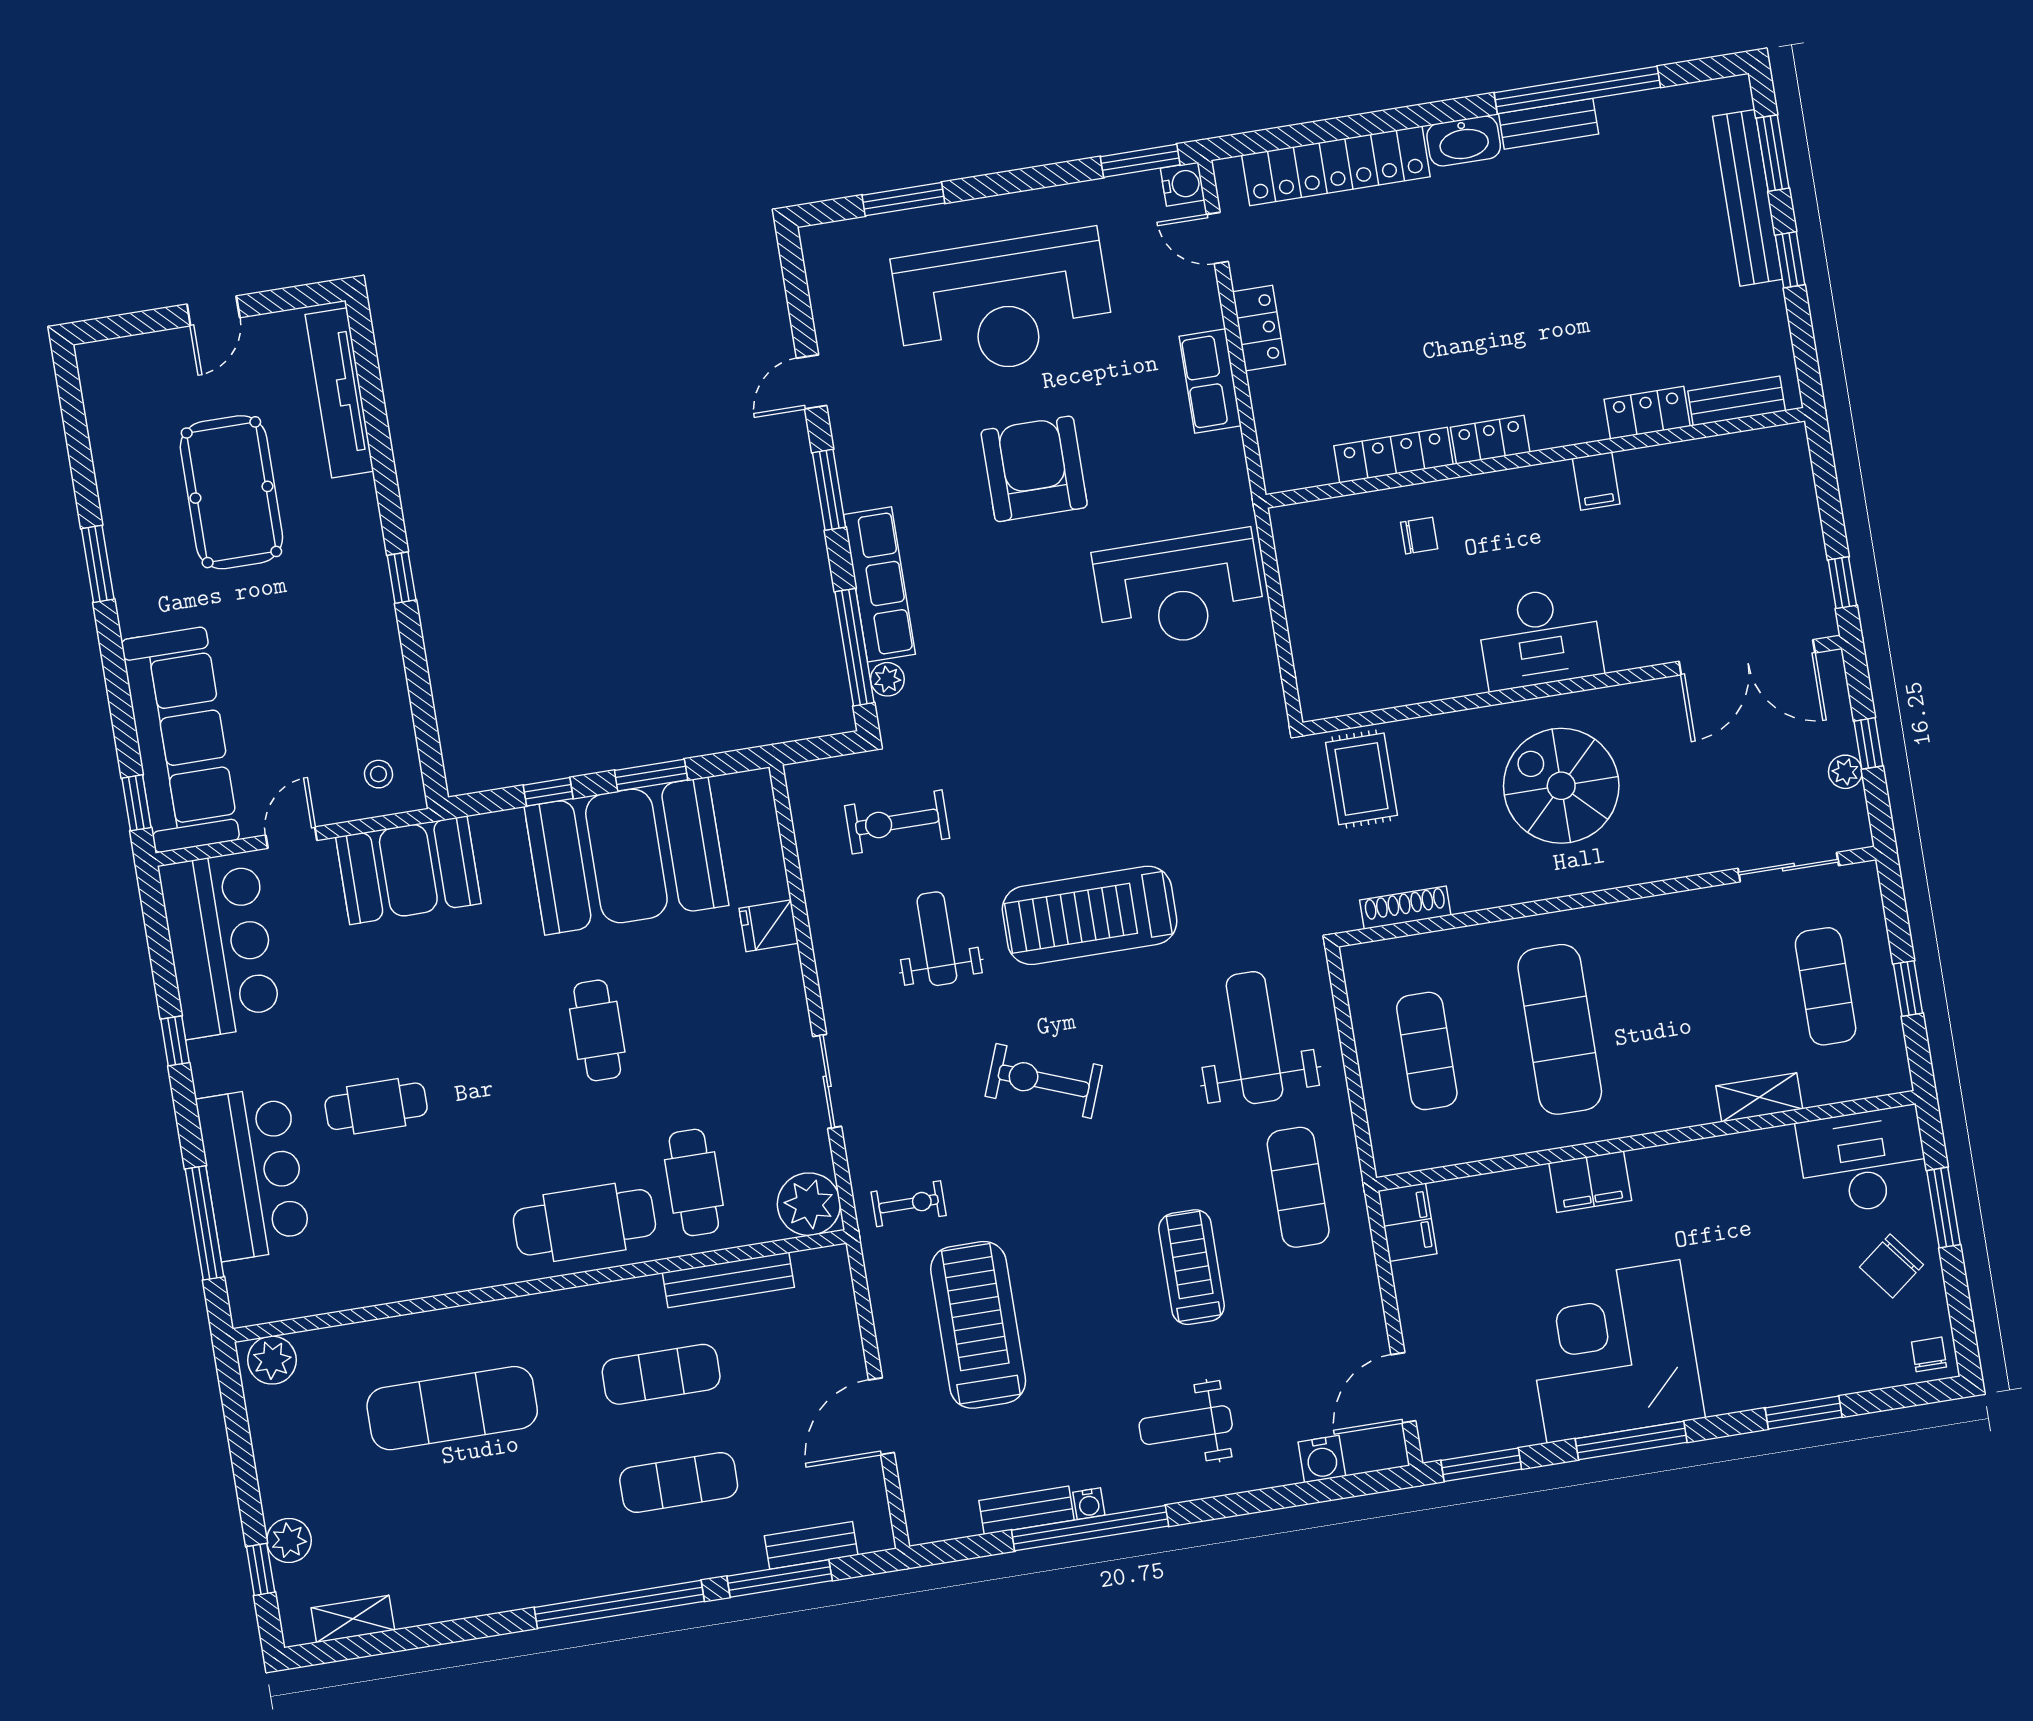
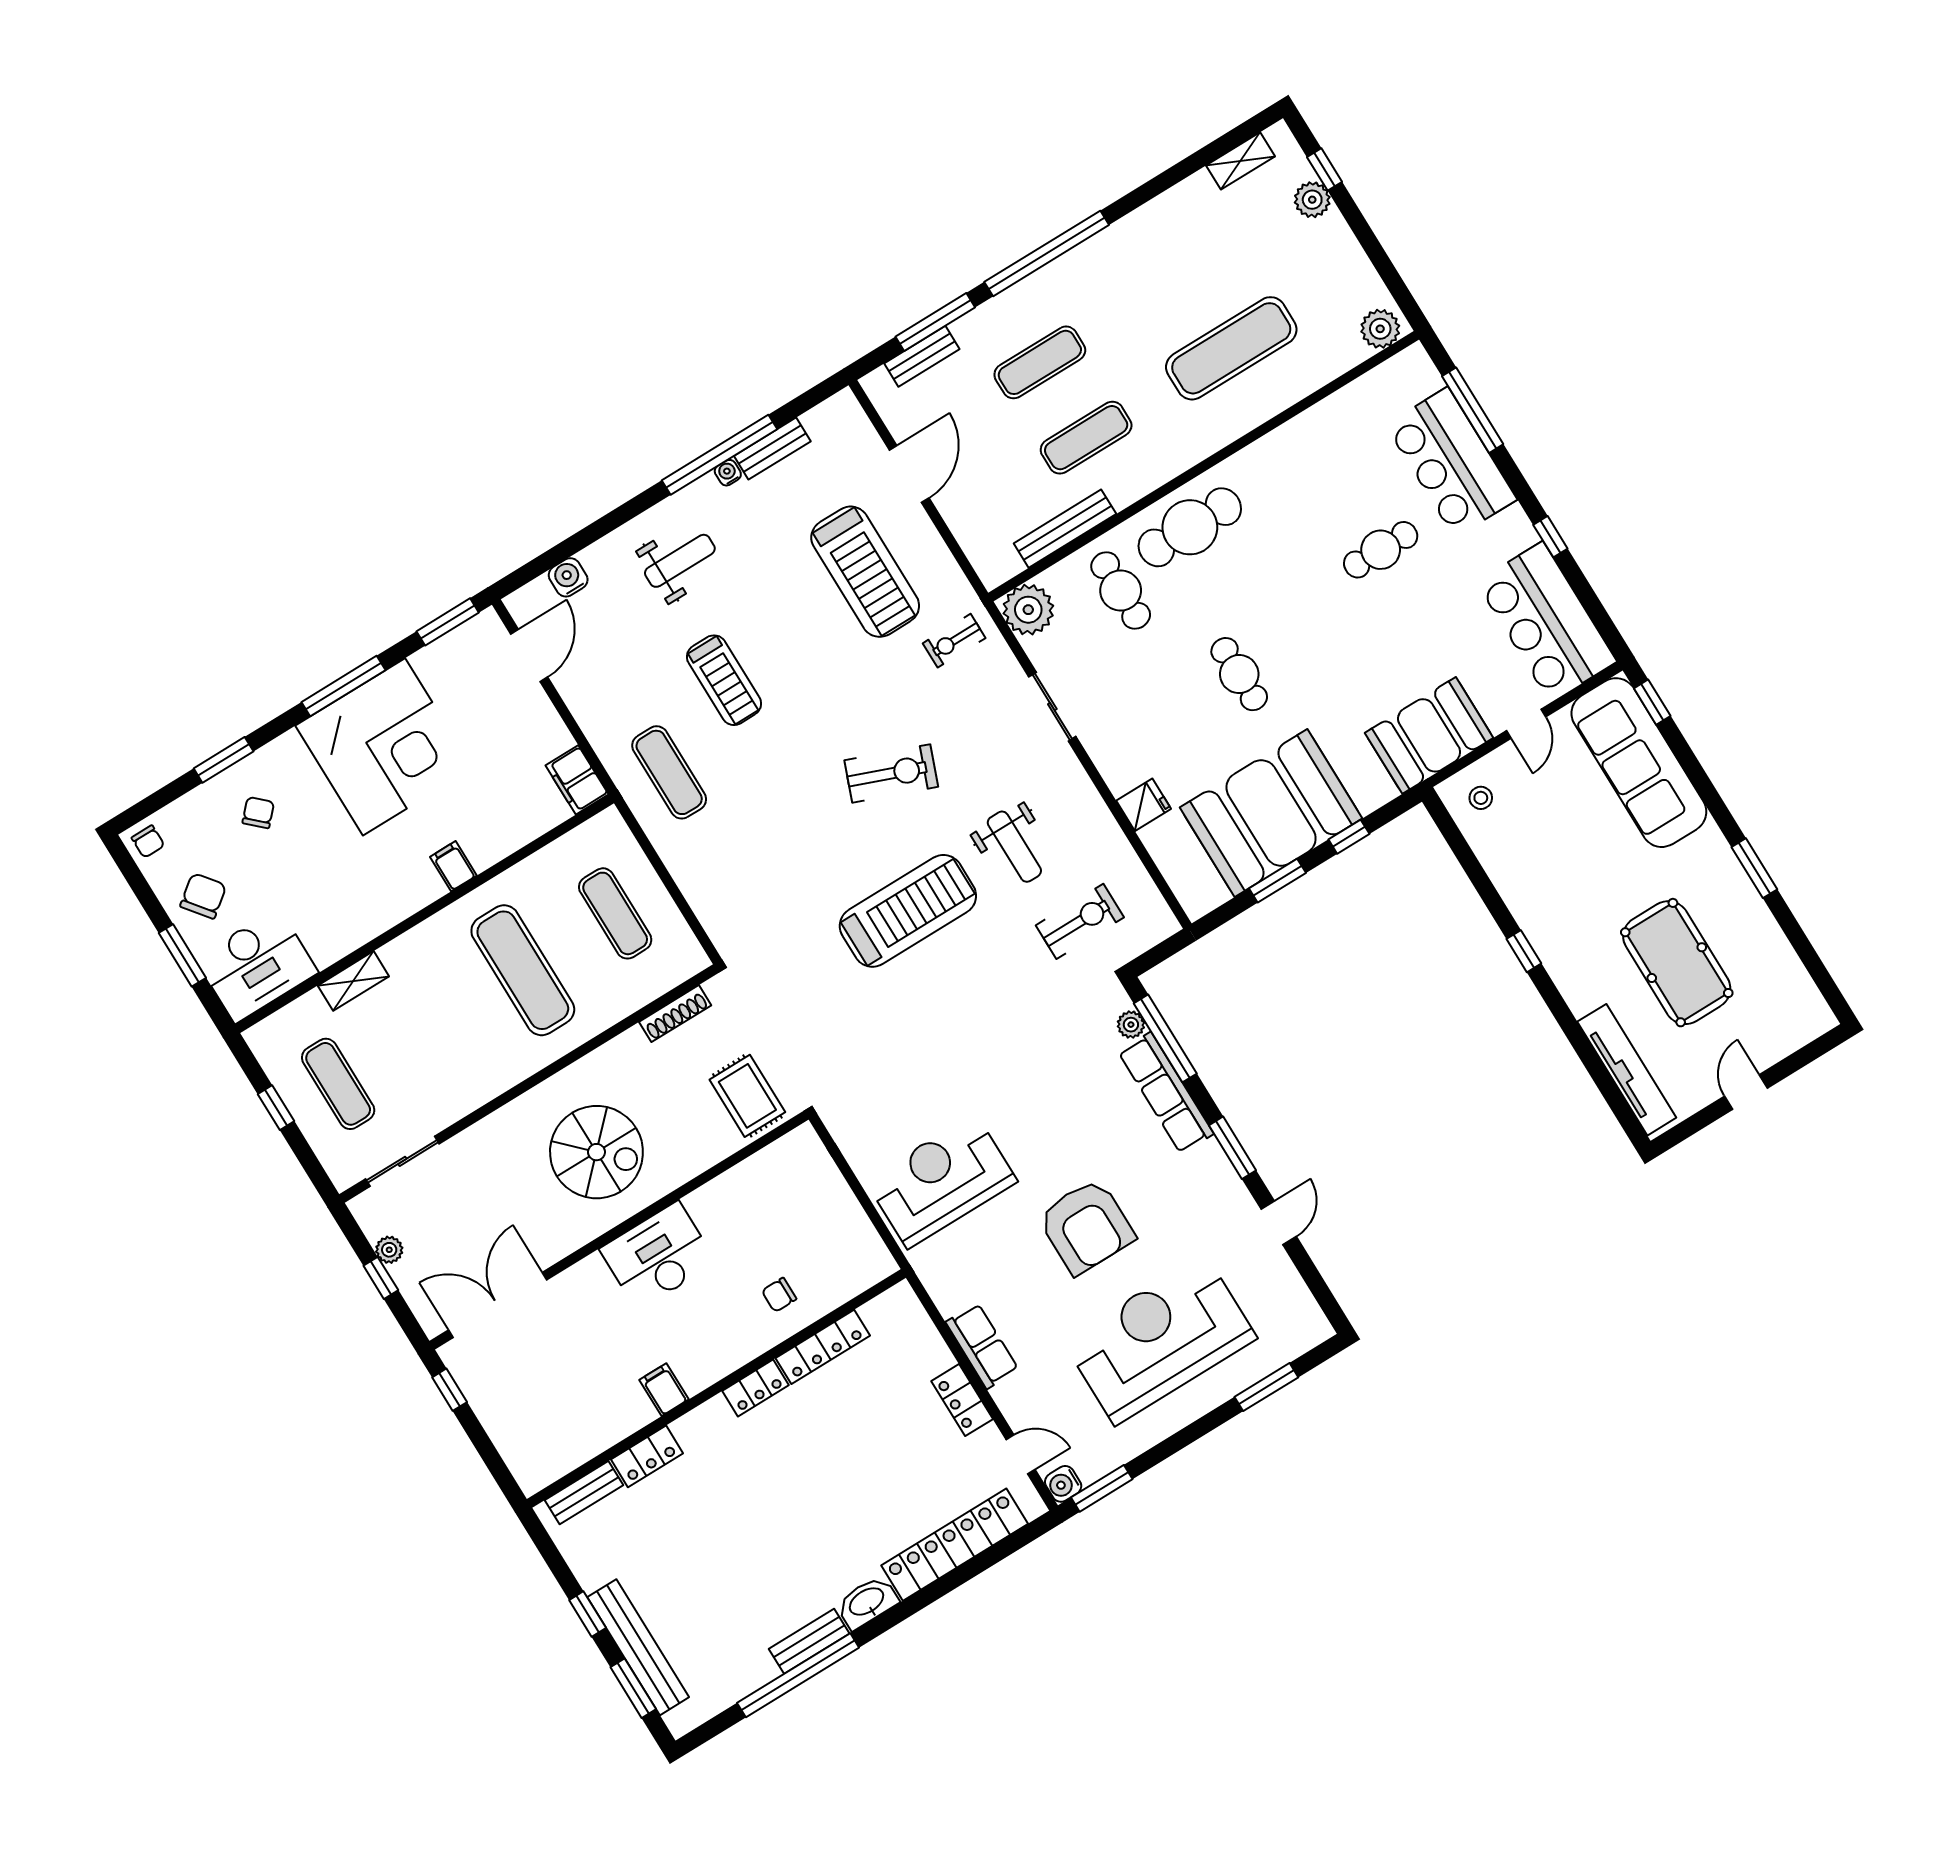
weight bench: (1254, 1038) -> (748, 870), removed
filing cabinet: (1590, 1182) -> (453, 866), width x0.50
chair: (1789, 1336) -> (258, 813), added

